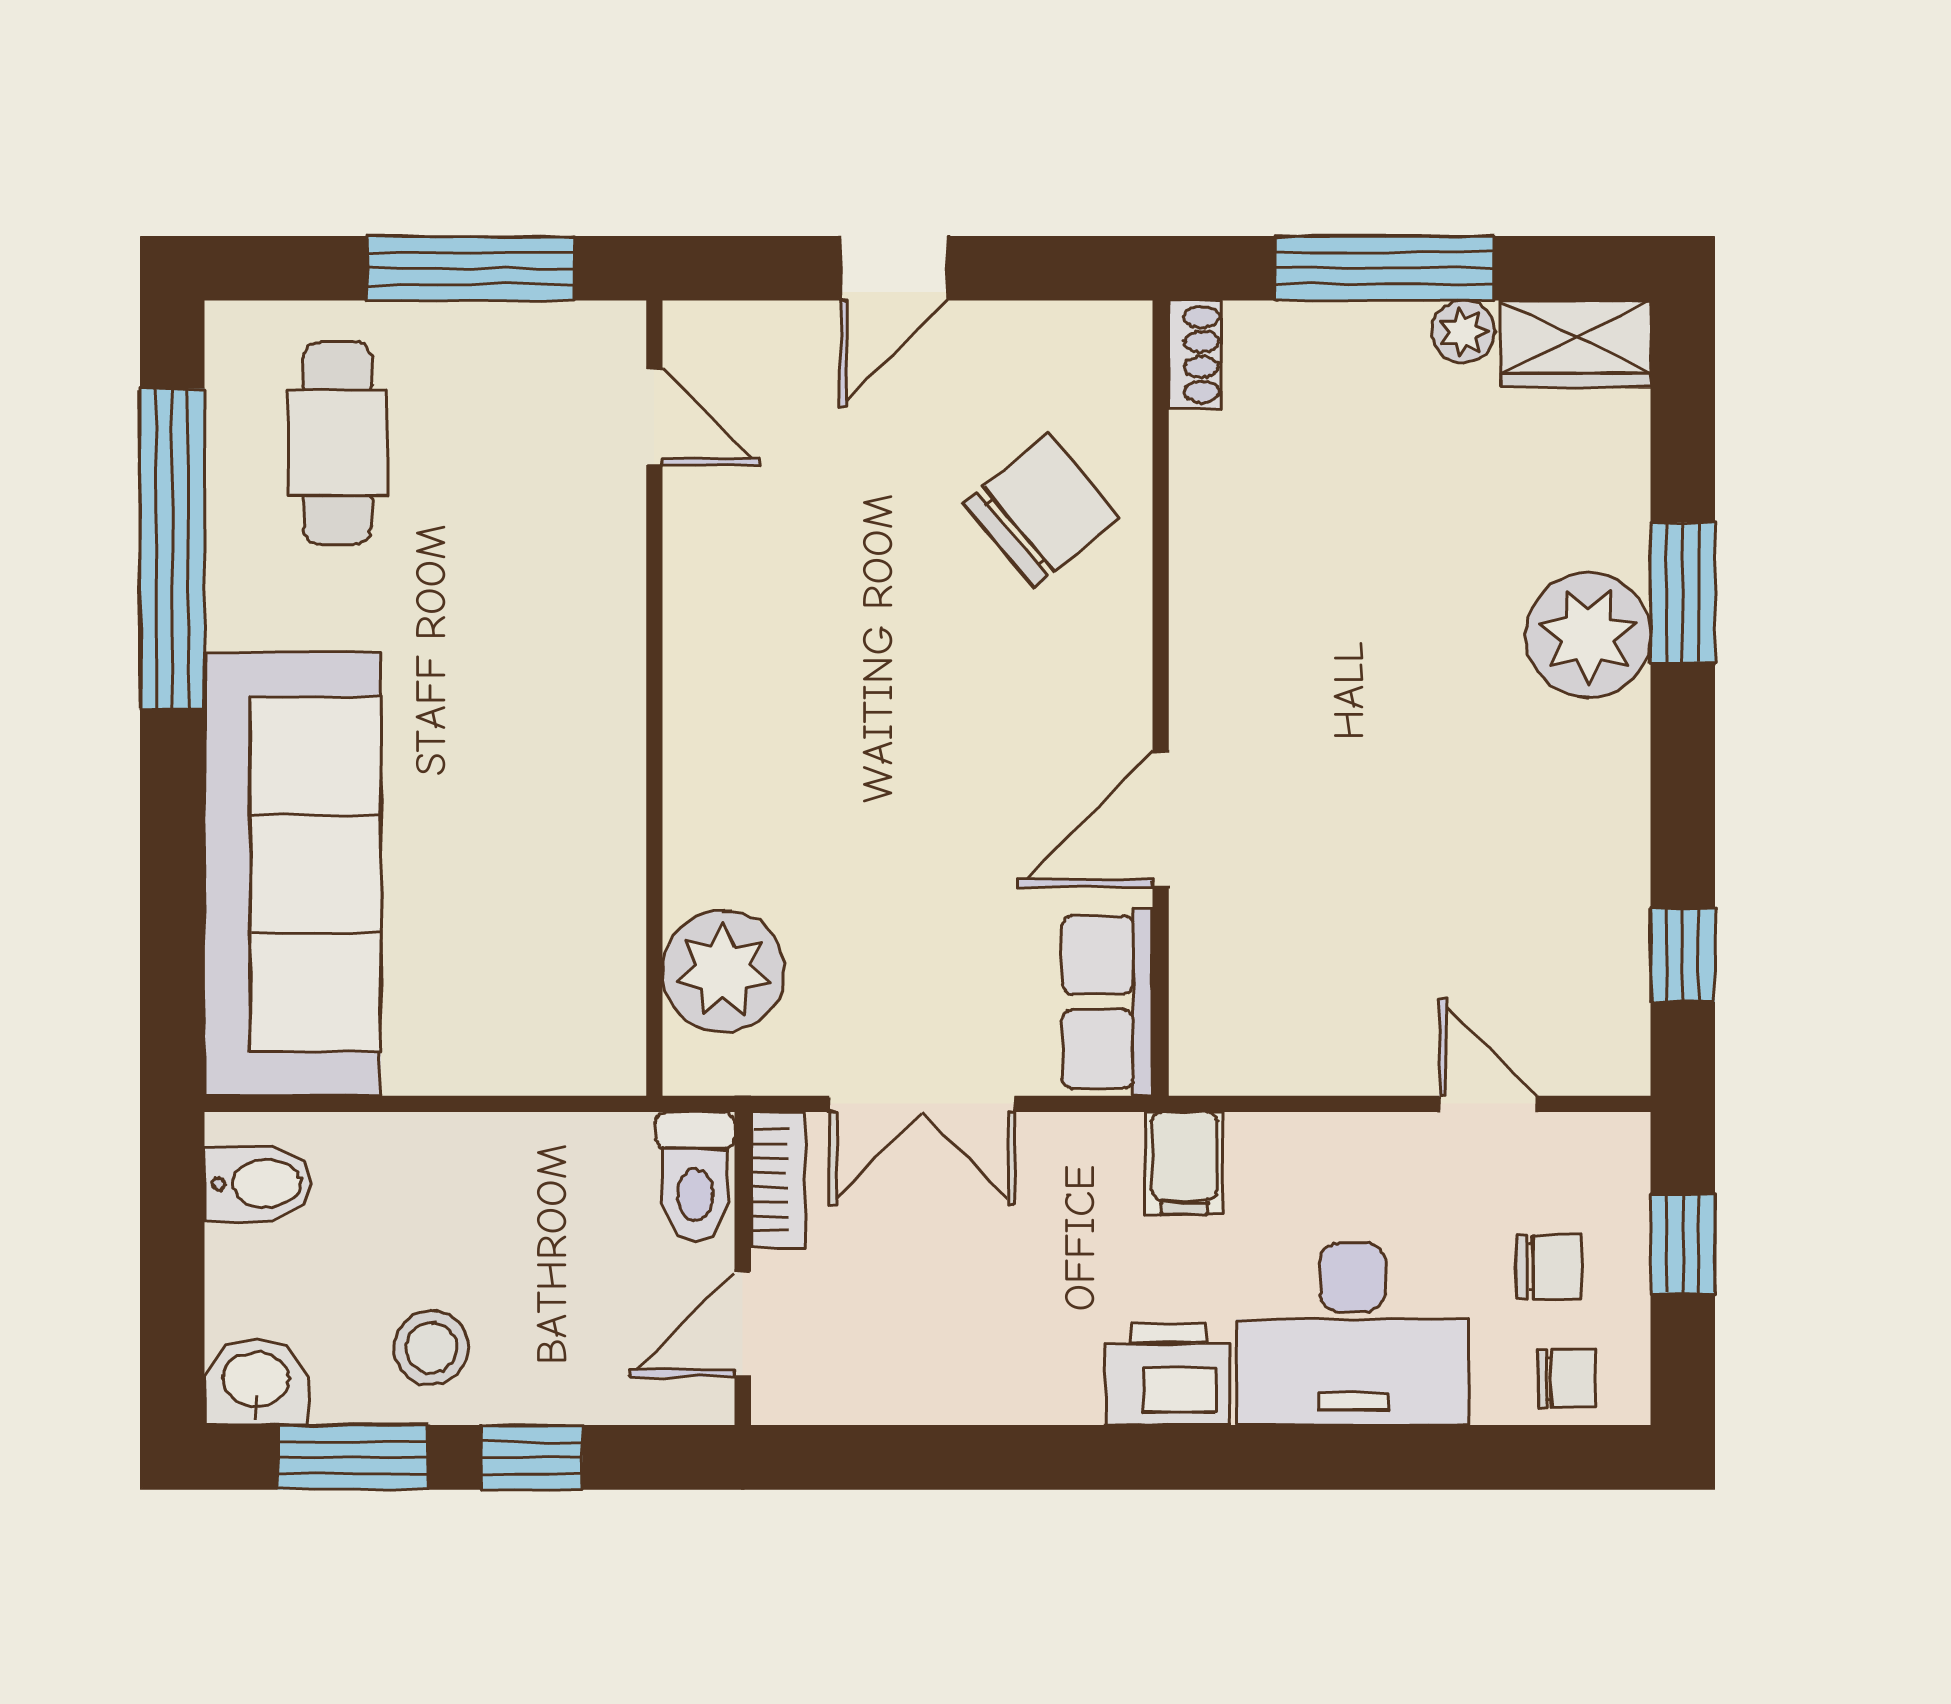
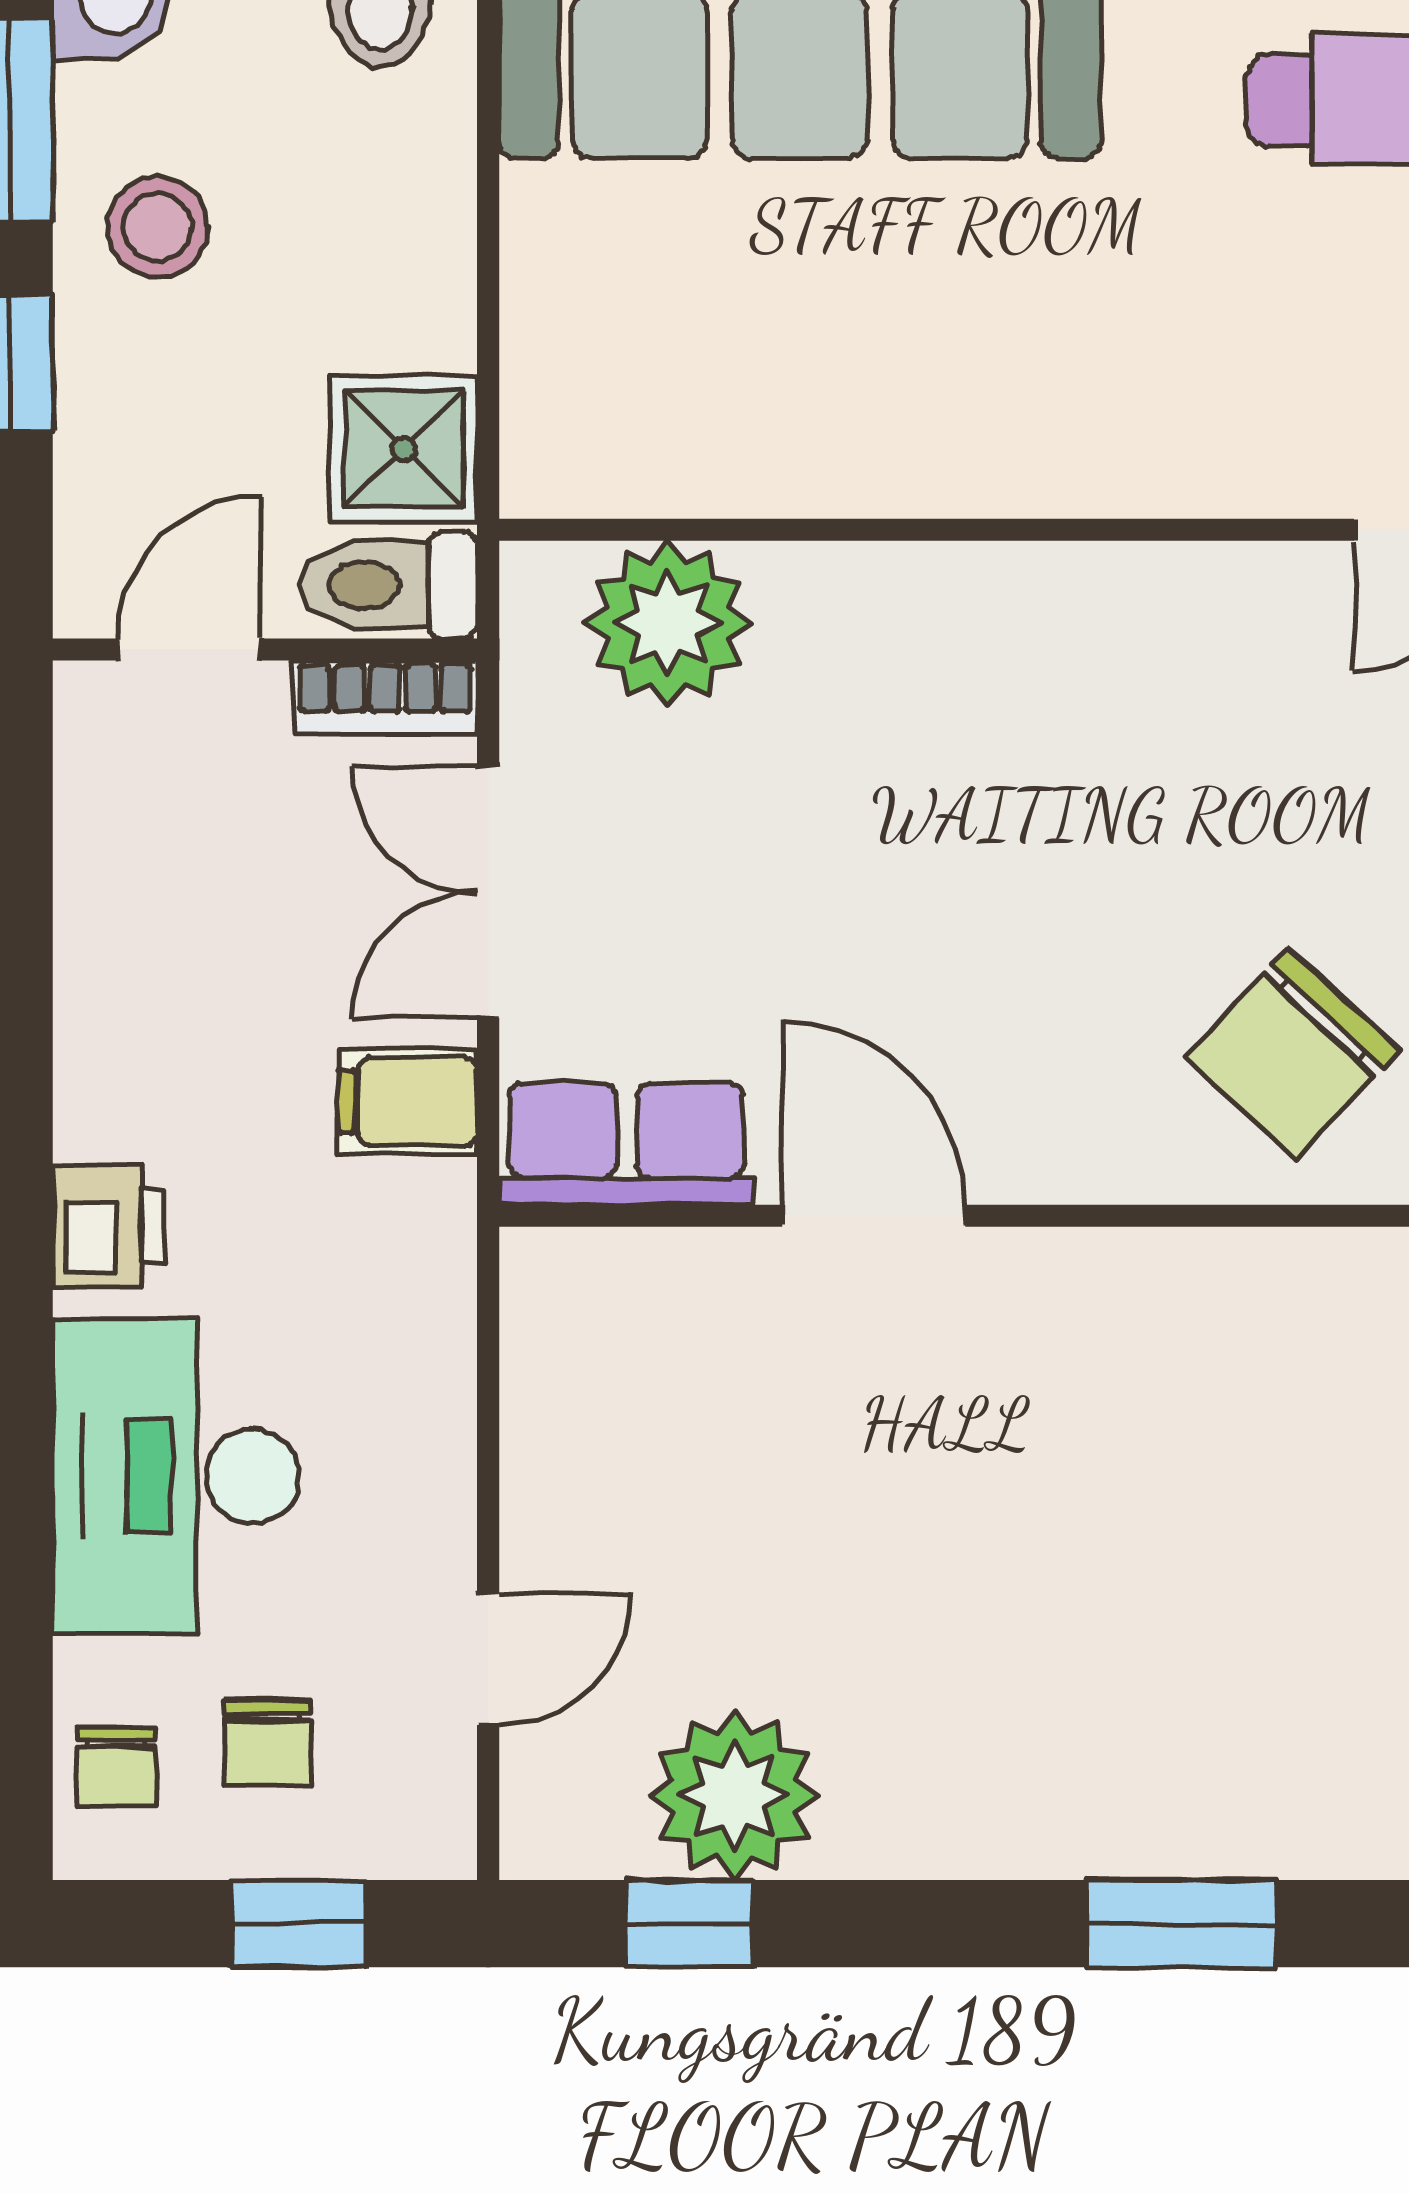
chair: (1041, 511) -> (1292, 1054), turned 83
plant: (1588, 635) -> (734, 1795), moved
filing cabinet: (1184, 1163) -> (408, 1101), moved
shower: (595, 1166) -> (404, 449), added
door: (743, 1324) -> (189, 649), hinge flipped
printer: (1168, 1374) -> (108, 1226), width x0.73, depth x0.81

